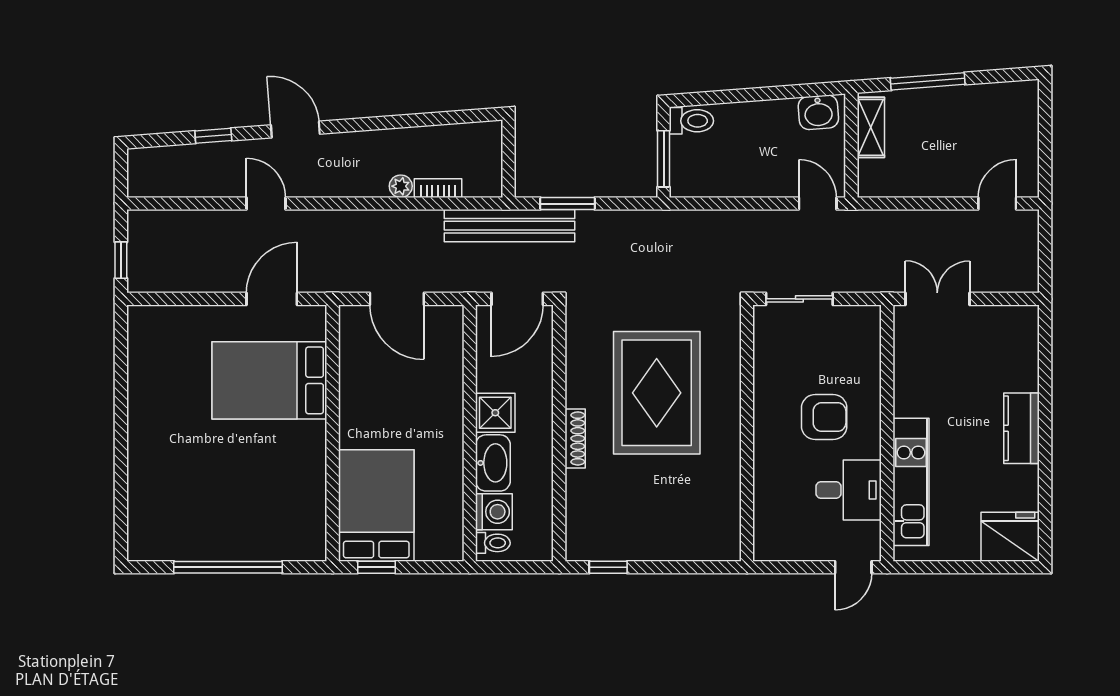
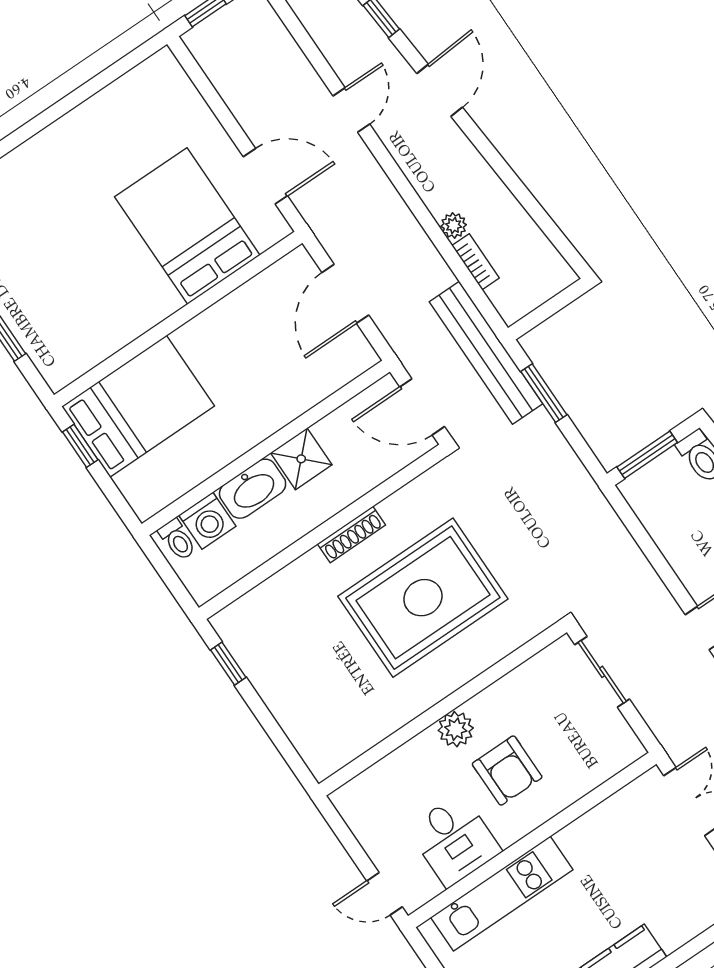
plant: (769, 434) -> (456, 729), added
shoe rack: (575, 438) -> (351, 534), moved

